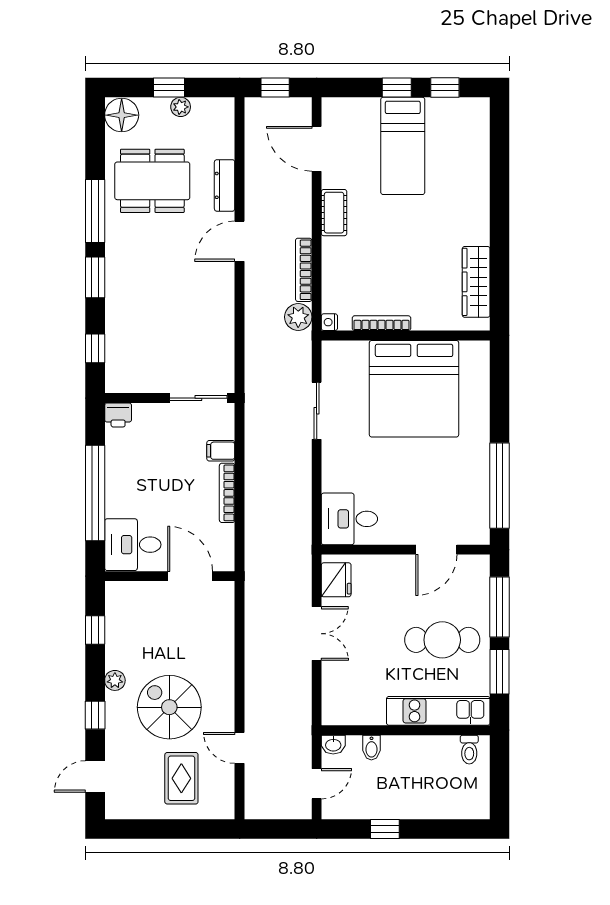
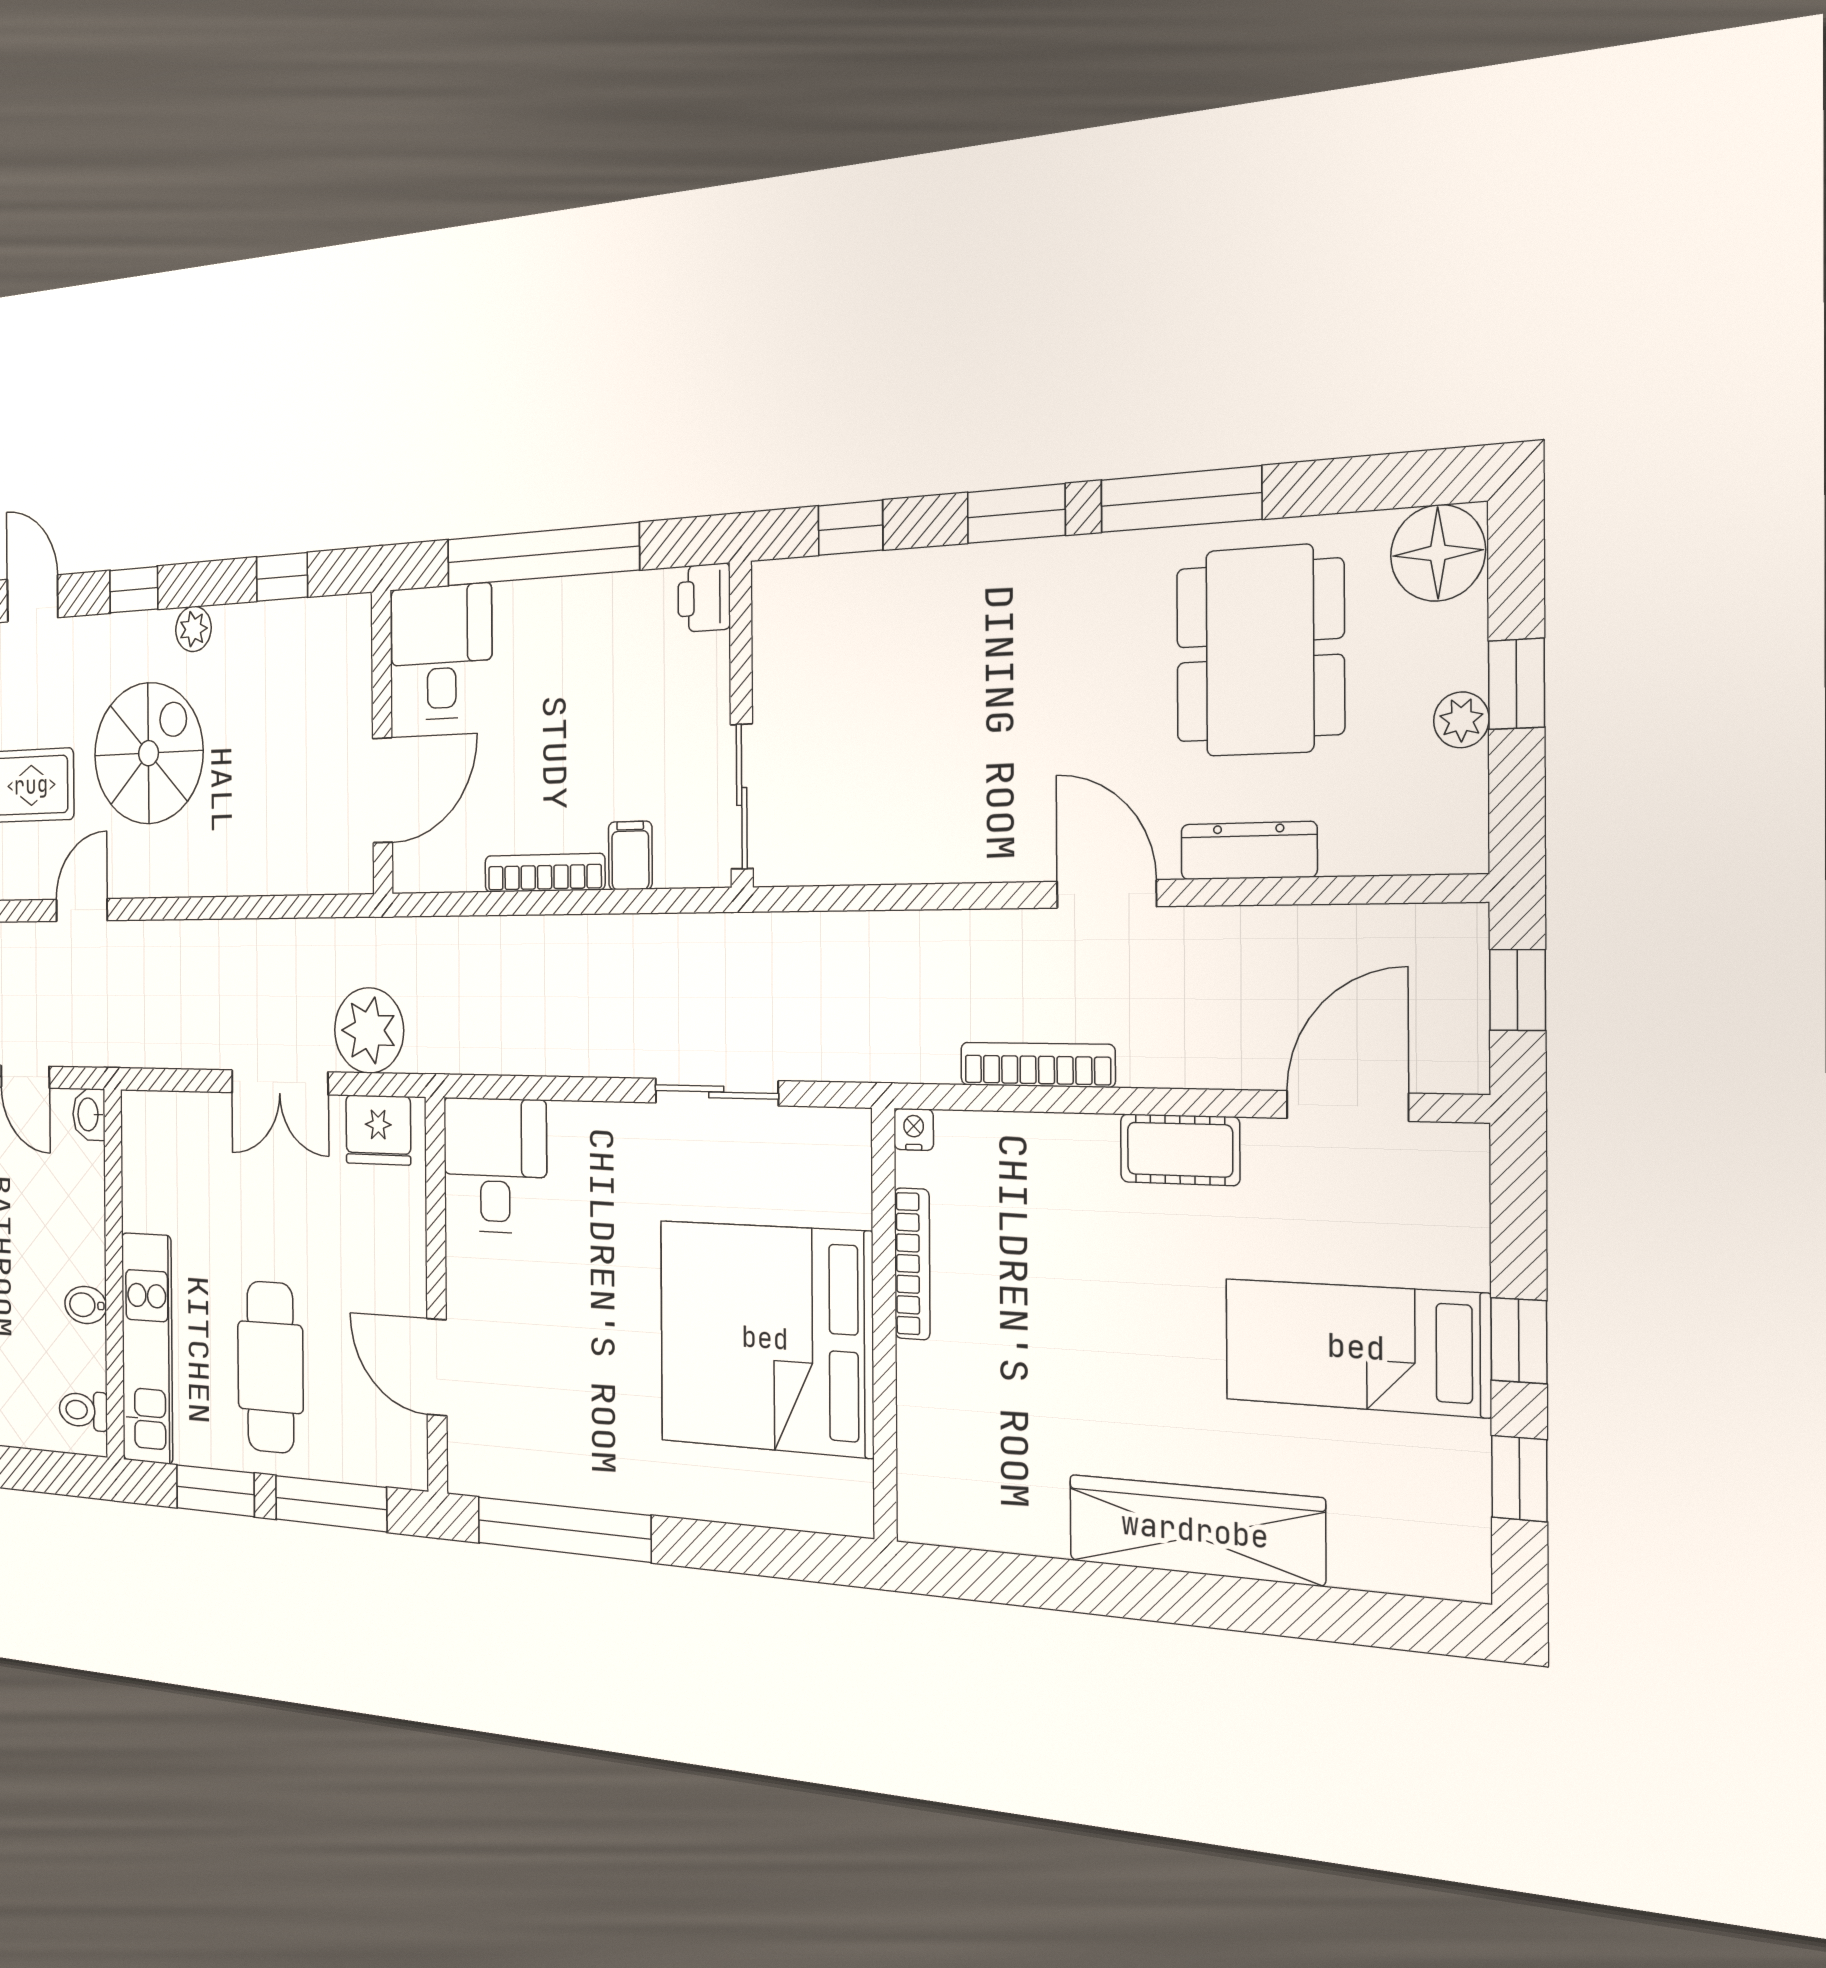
wardrobe: (476, 282) -> (1195, 1530), moved, width x1.40, depth x1.17
plant: (298, 317) -> (369, 1030), moved, width x1.36, depth x1.36
bidet: (371, 748) -> (86, 1305), moved

